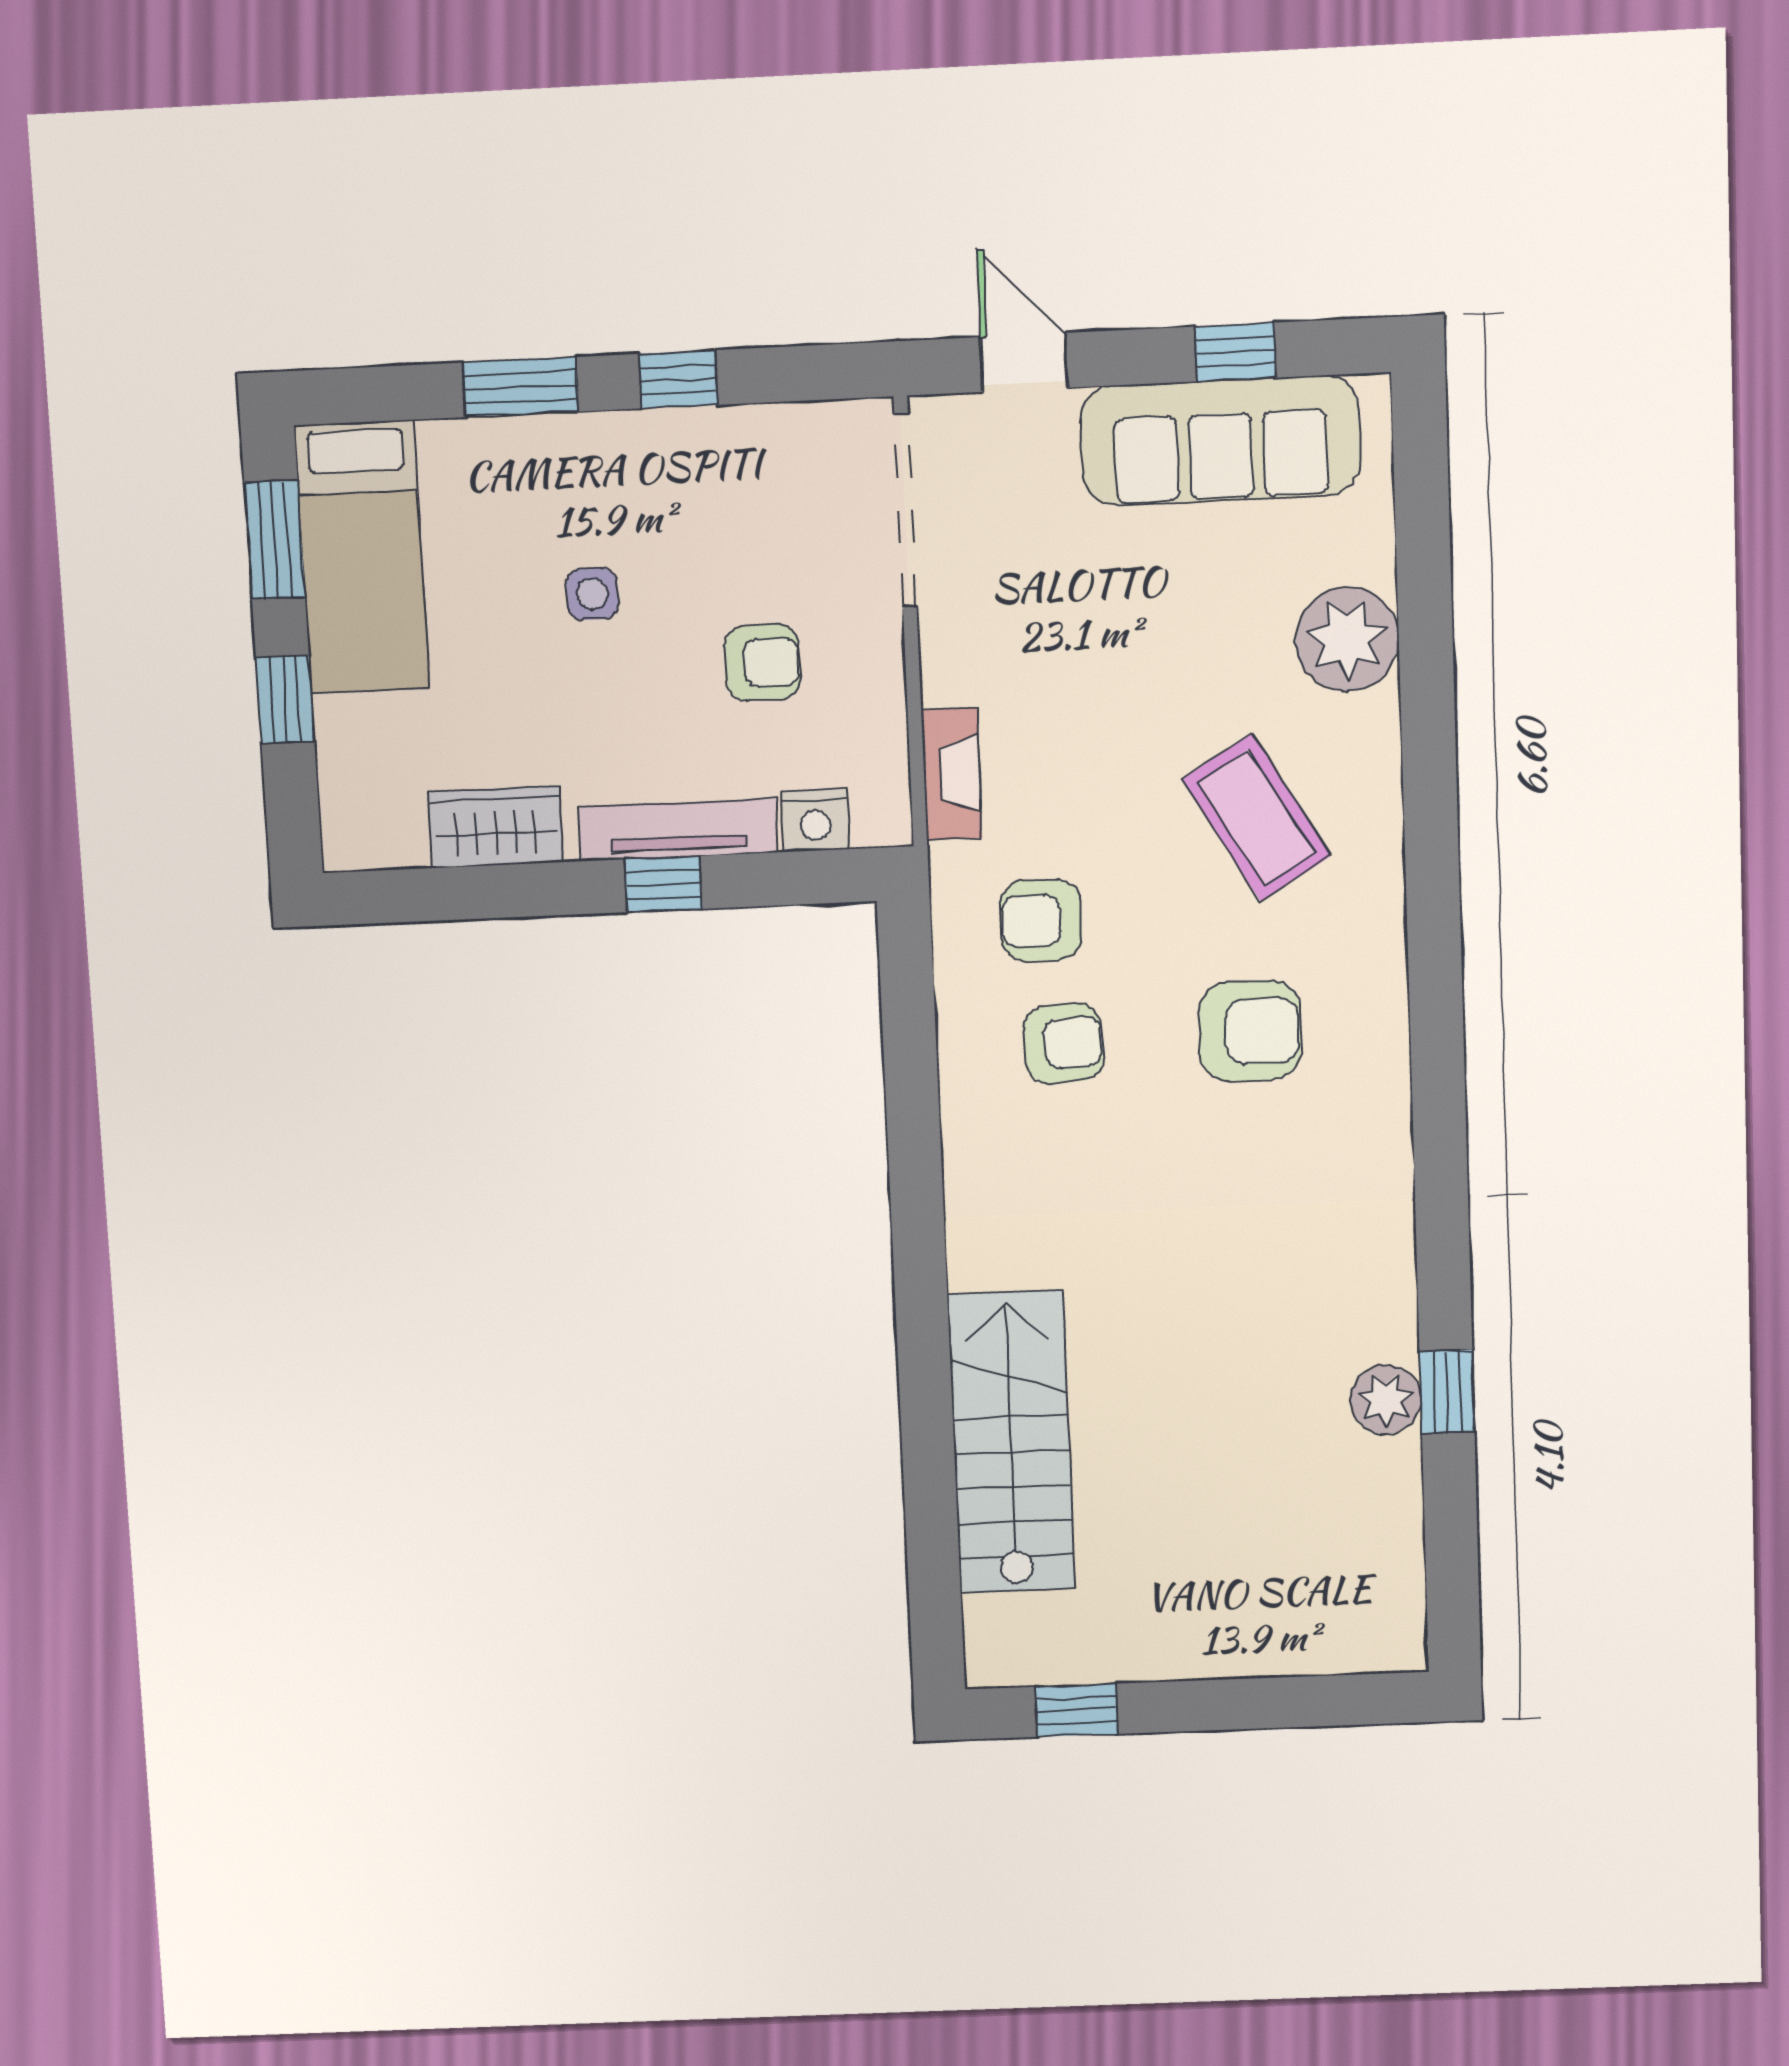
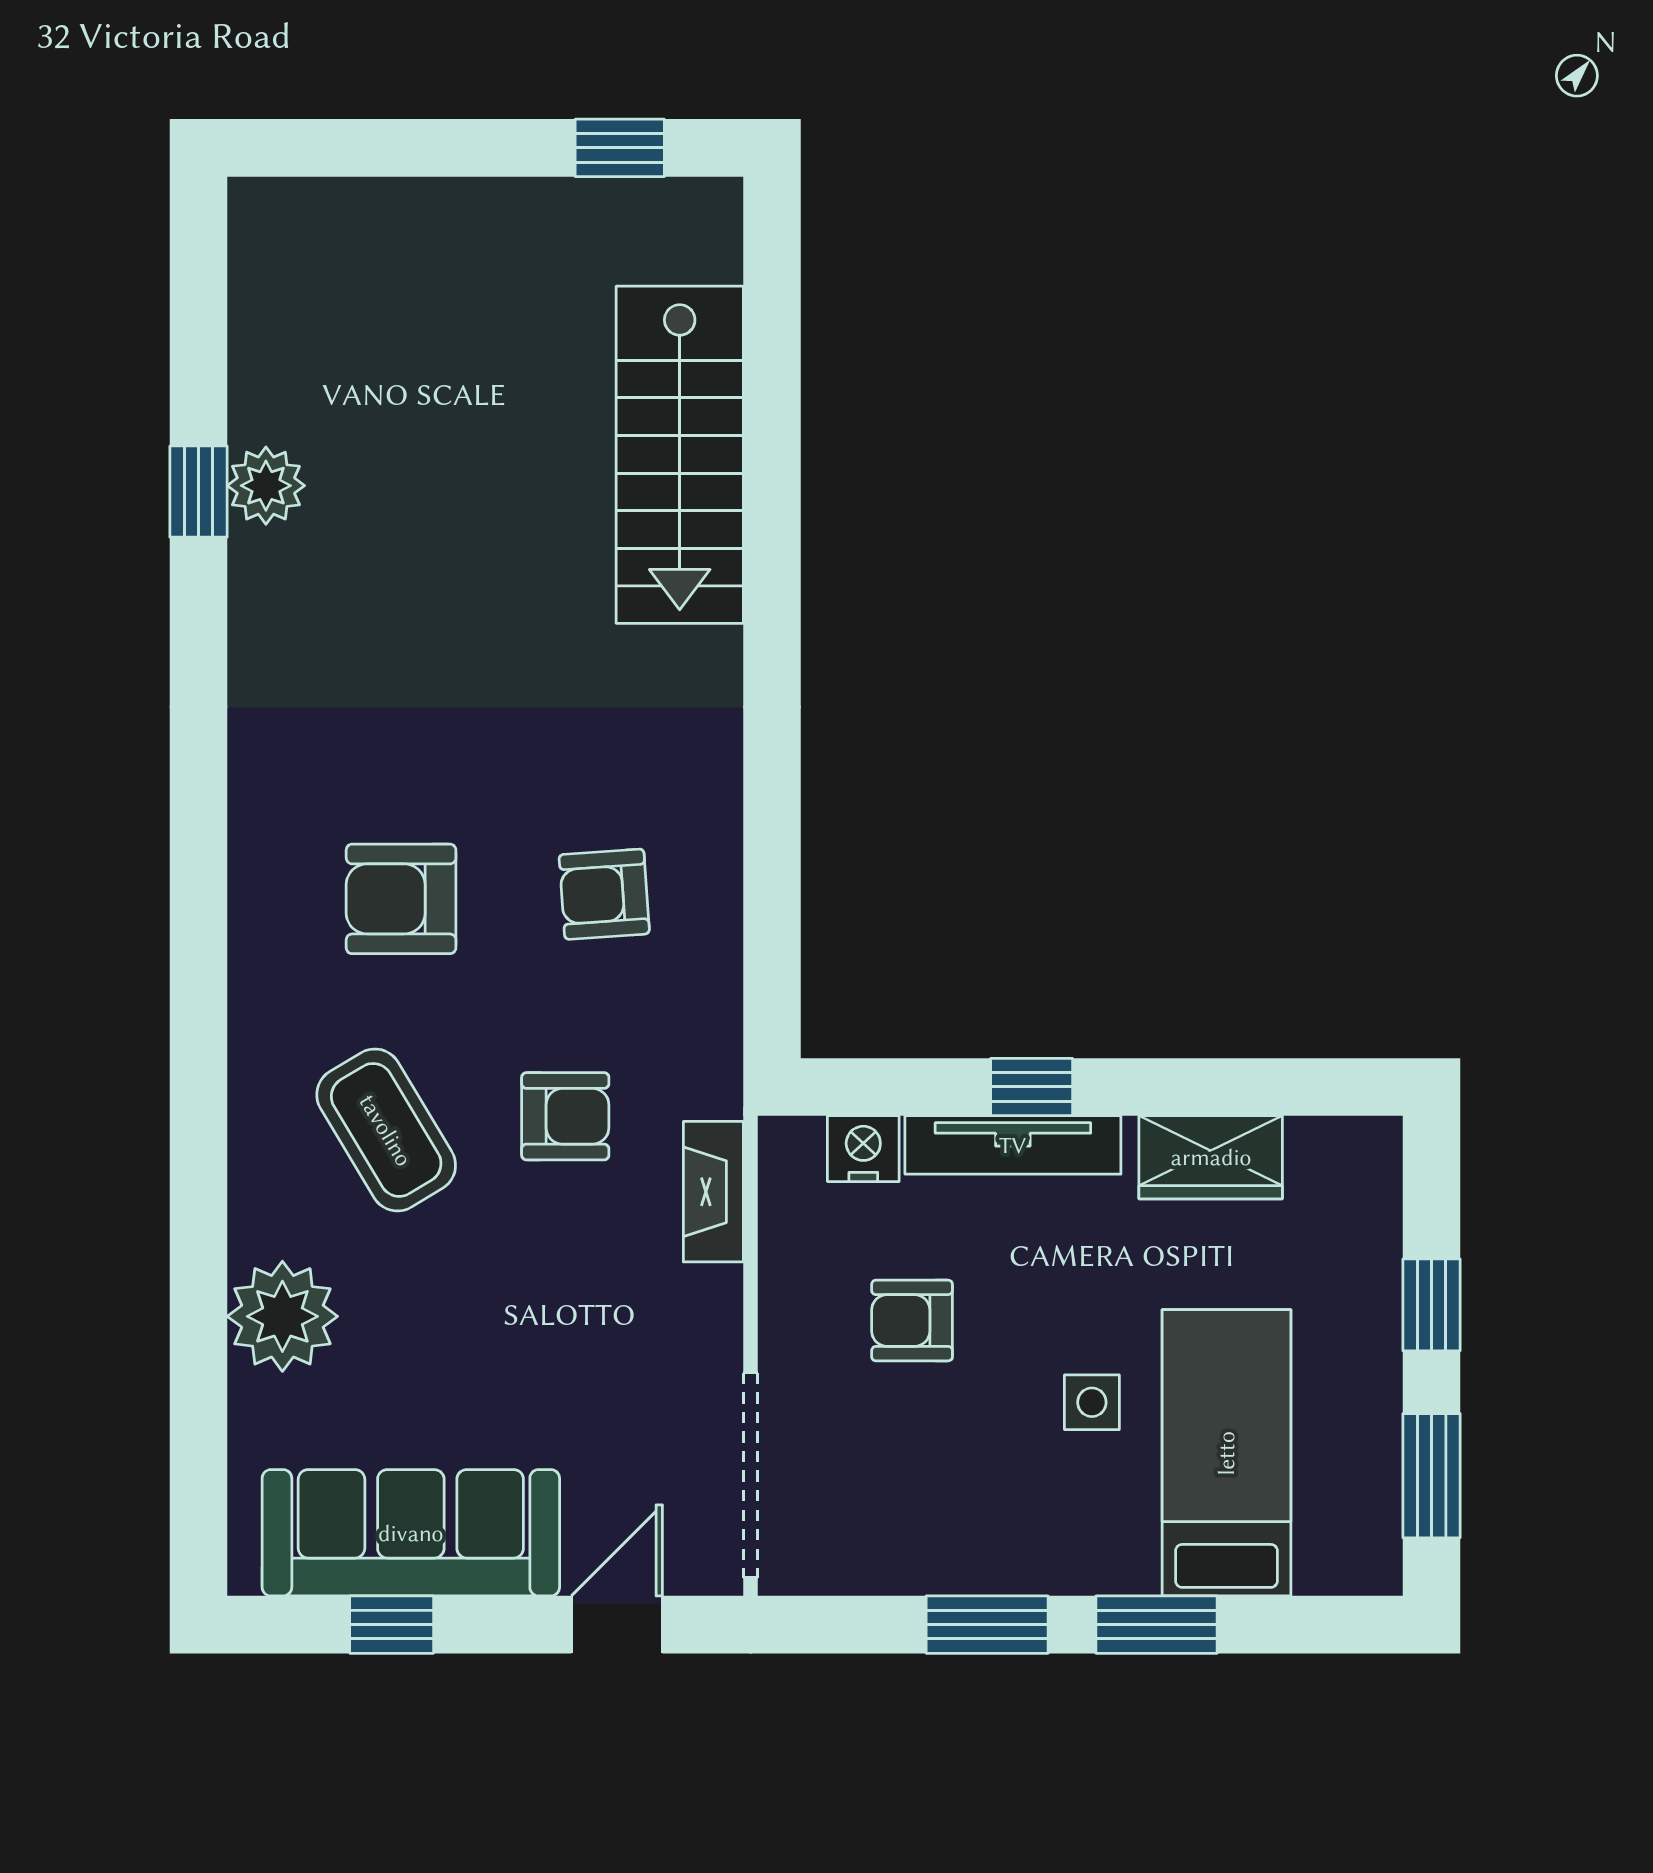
door: (1024, 362) -> (617, 1625), swing flipped
window: (678, 379) -> (987, 1625), width x1.50
bed: (362, 557) -> (1226, 1453), moved
armchair: (1041, 920) -> (565, 1116), moved

